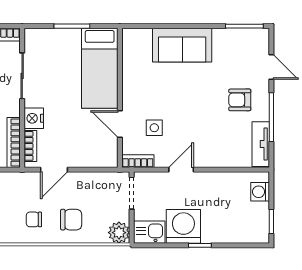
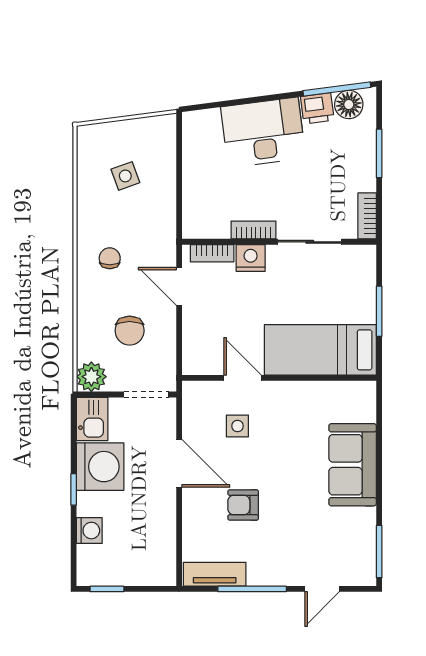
armchair: (240, 100) -> (243, 505), moved, turned -90
door: (120, 124) -> (243, 378), hinge flipped
bookcase: (14, 142) -> (254, 230), moved, width x0.64
bookcase: (138, 161) -> (191, 403), removed
door: (181, 170) -> (179, 463), width x1.38
washing machine: (260, 192) -> (89, 531), moved, turned 90
chair: (71, 220) -> (130, 331), moved

